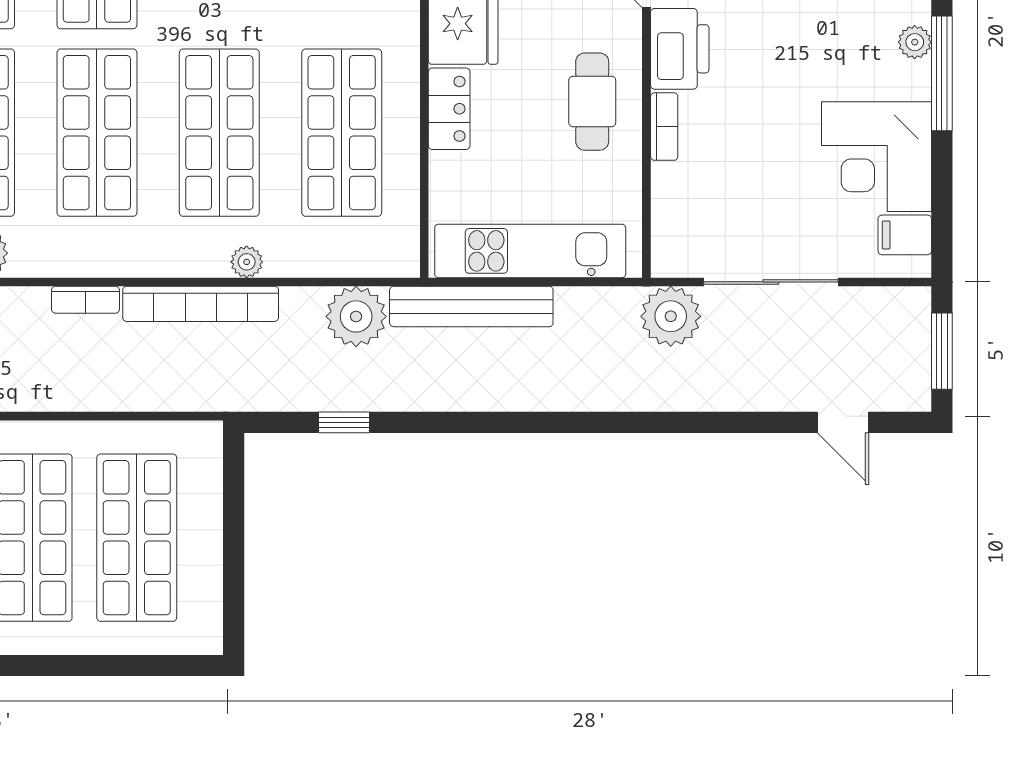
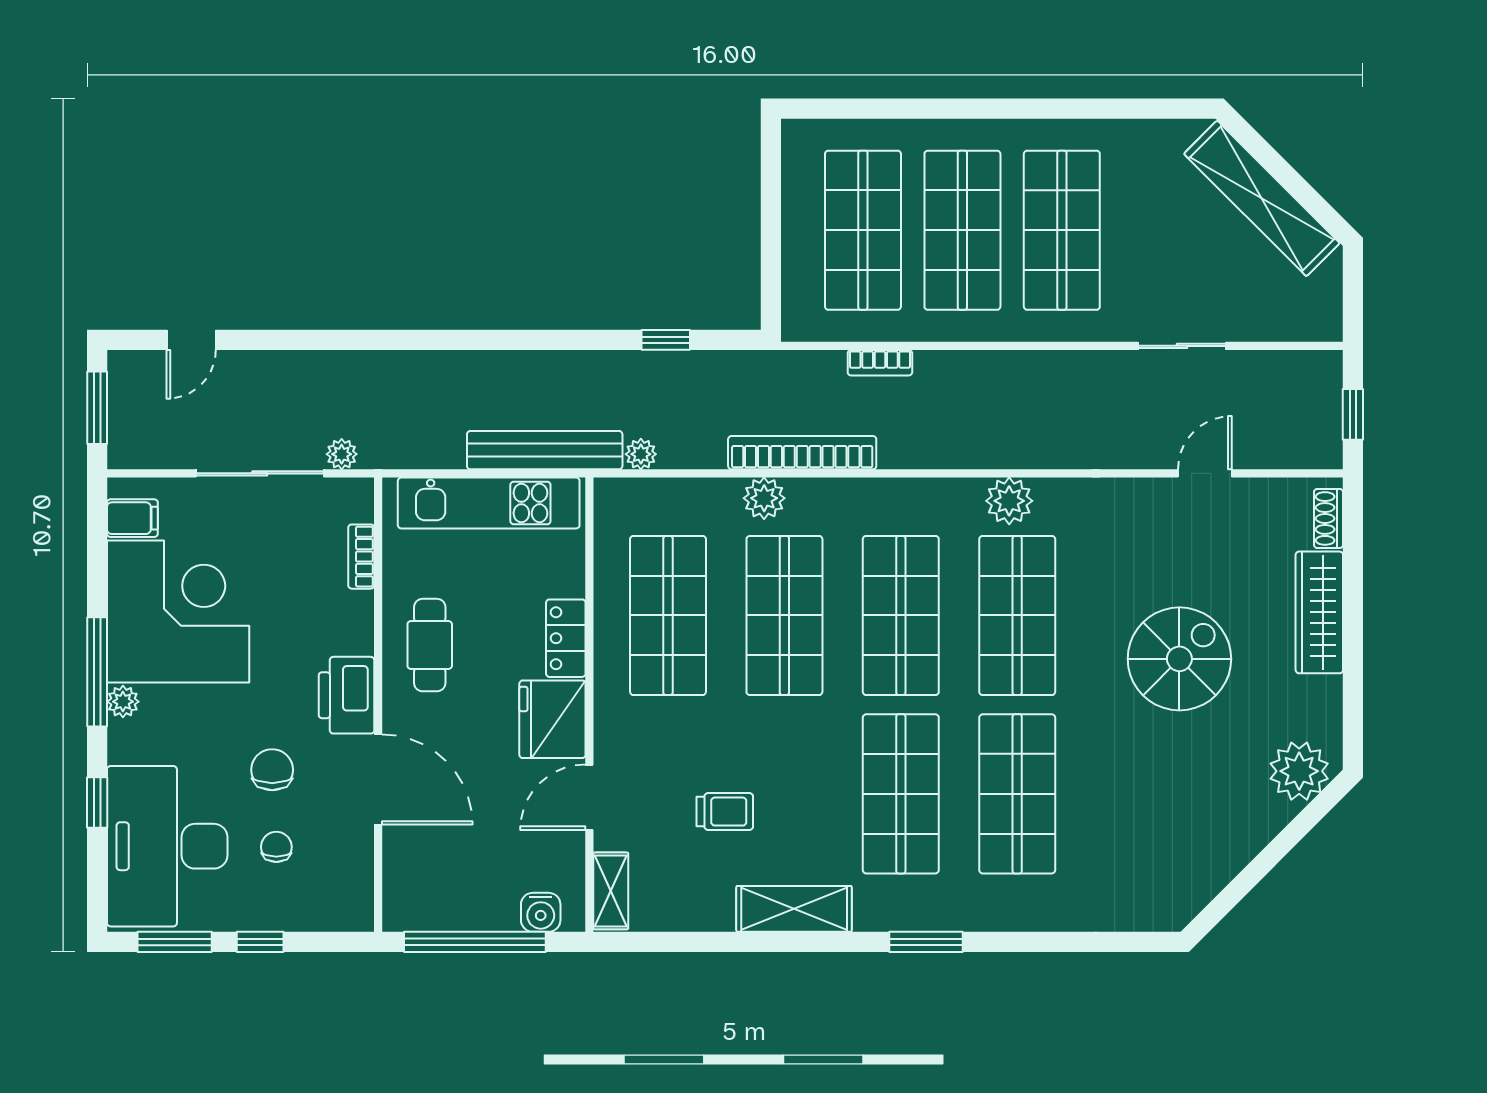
bookcase: (664, 127) -> (361, 557), moved
corner desk: (877, 157) -> (178, 611), width x1.36, depth x1.36
plant: (247, 262) -> (764, 498), width x1.38, depth x1.38
bookcase: (86, 300) -> (880, 363), moved, turned 180
plant: (356, 316) -> (641, 454), width x0.53, depth x0.53
plant: (671, 316) -> (342, 454), width x0.53, depth x0.53
door: (843, 422) -> (191, 340), swing flipped

